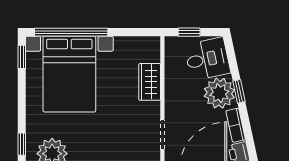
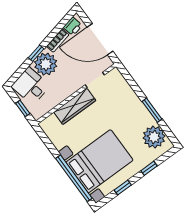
window: (22, 57) -> (123, 188), moved
wardrobe: (150, 82) -> (75, 106), width x1.50
window: (22, 144) -> (149, 168), moved

